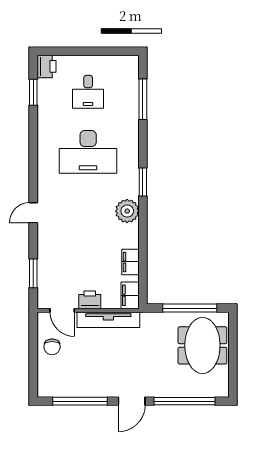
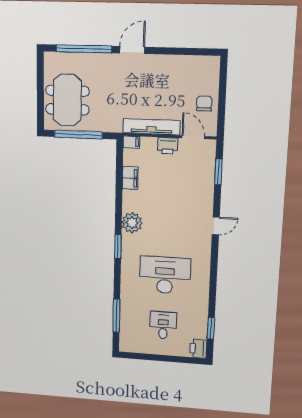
filing cabinet: (130, 295) -> (131, 142), width x0.50
window: (80, 401) -> (180, 51), removed

